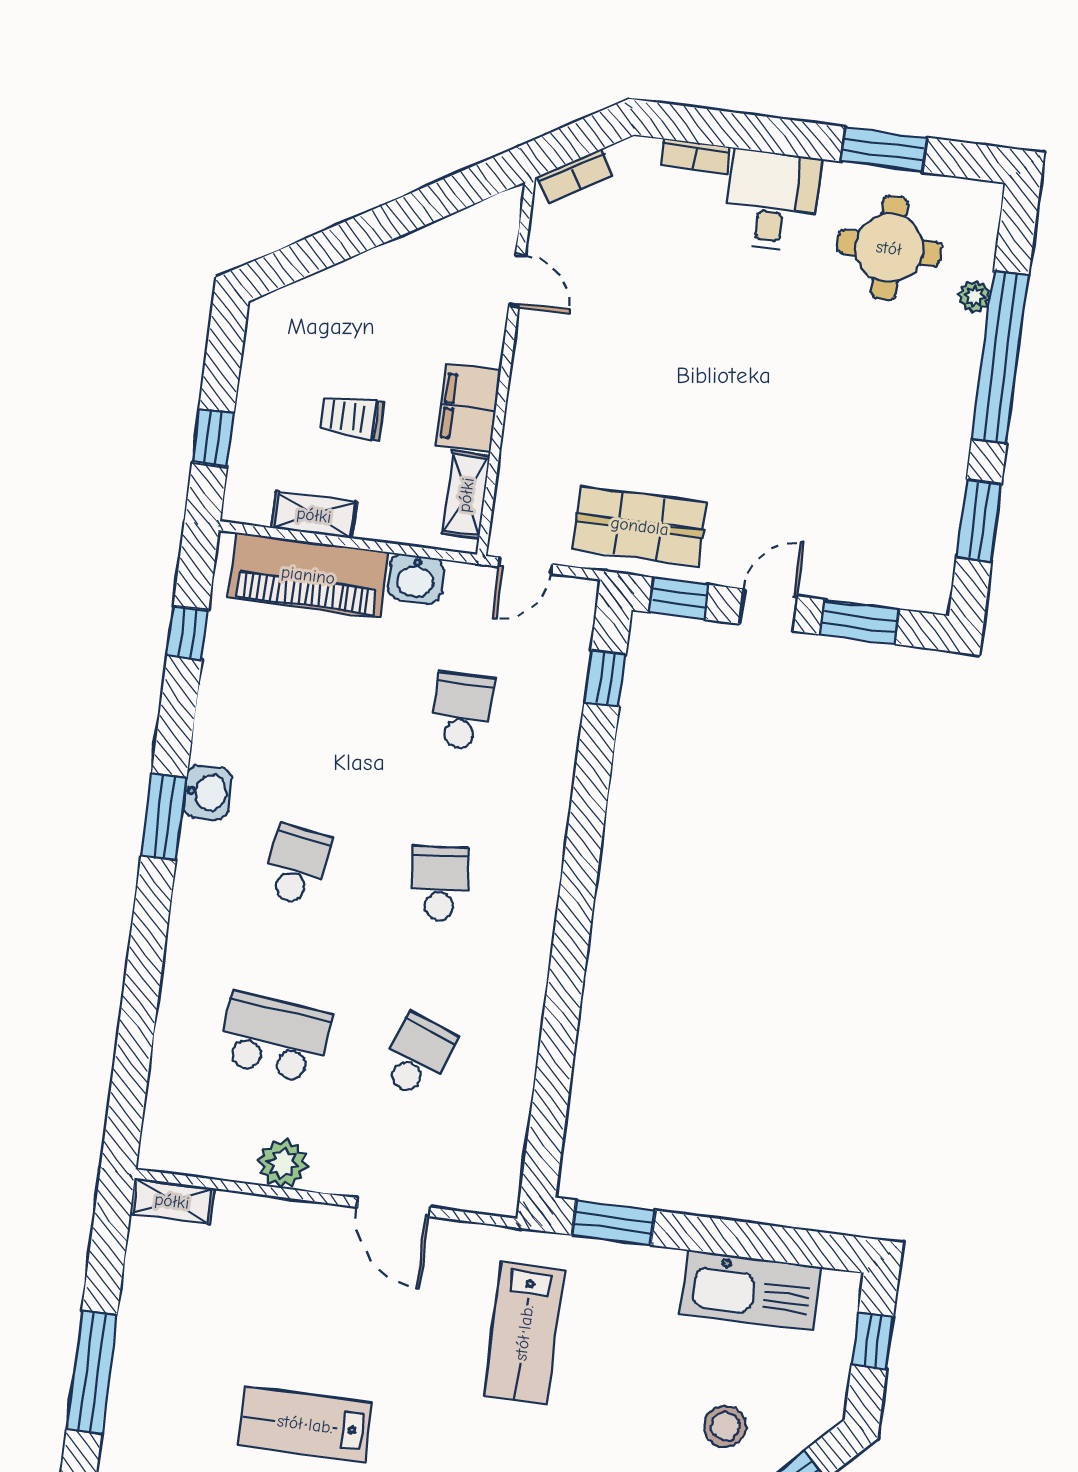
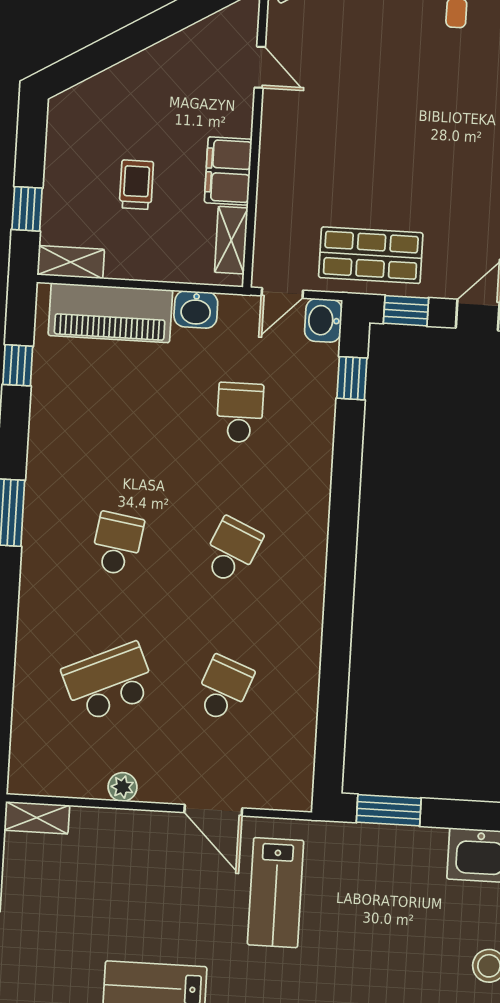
trolley: (352, 417) -> (136, 185), turned 90
shelving: (314, 515) -> (71, 262), moved
washbasin: (207, 793) -> (323, 320), moved, turned 180
school desk: (439, 884) -> (232, 551), turned 30
school desk: (274, 1037) -> (109, 682), turned -30
plant: (283, 1163) -> (122, 787), width x0.73, depth x0.73
lab bench: (524, 1333) -> (276, 893), moved

